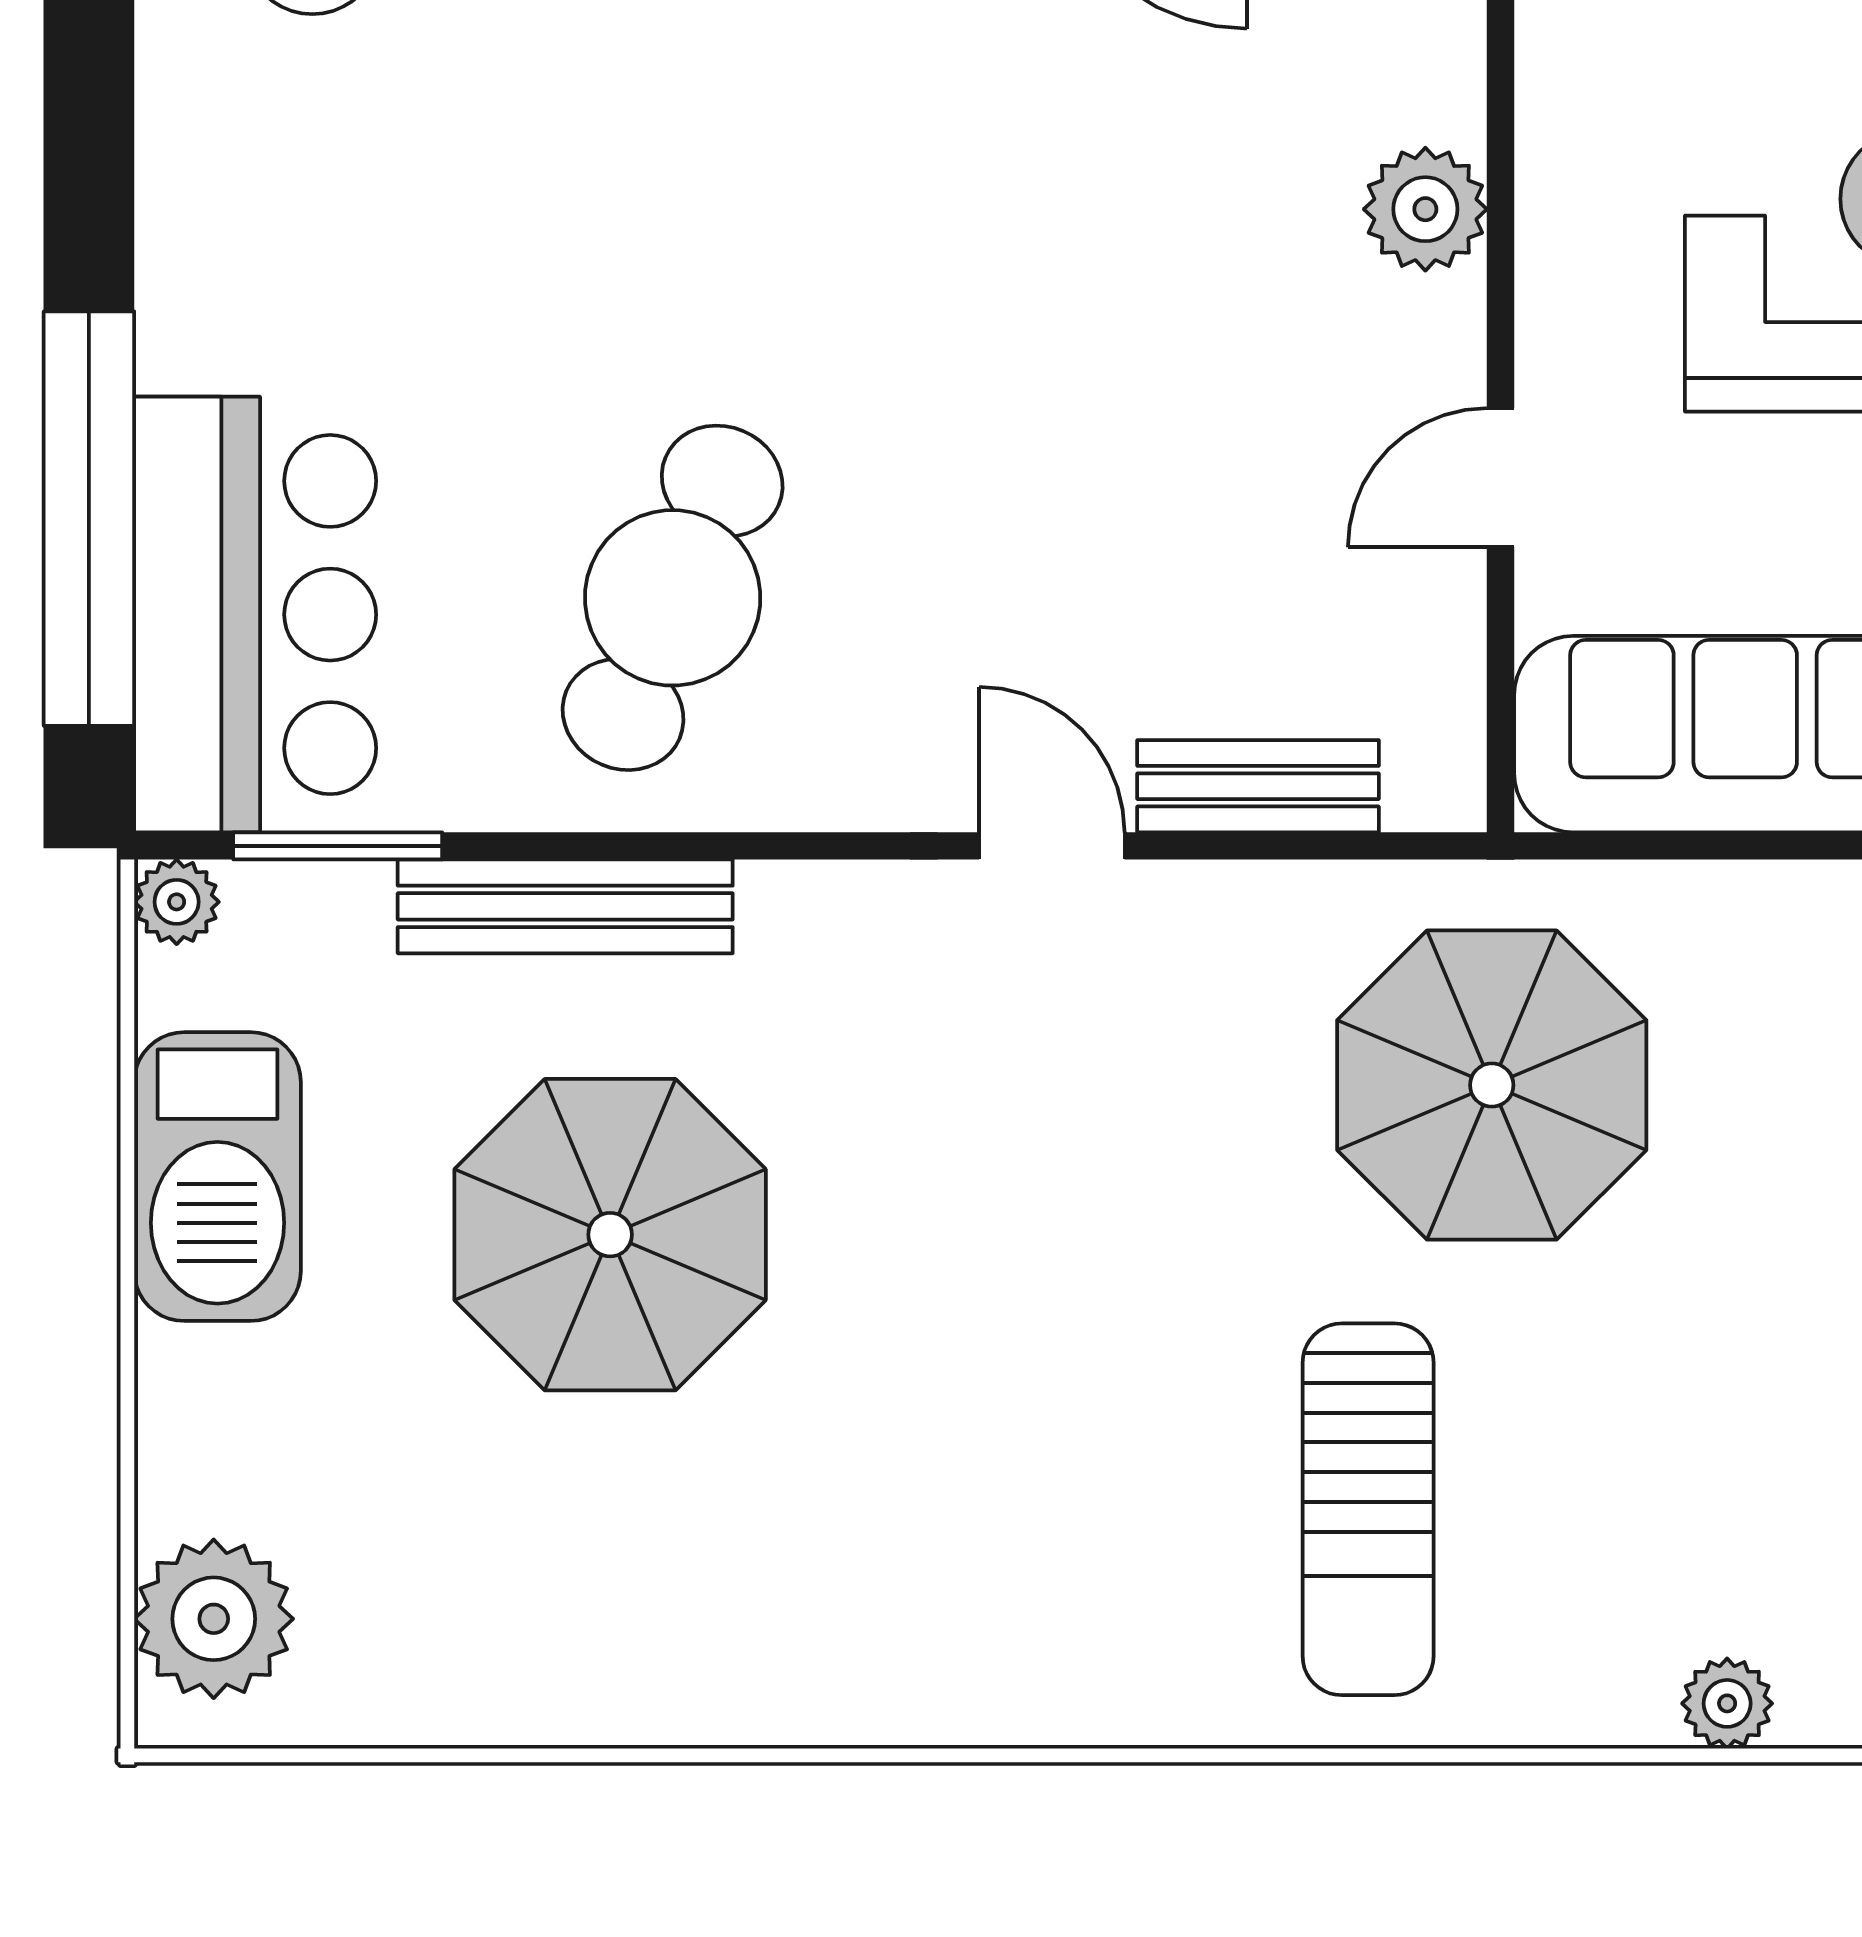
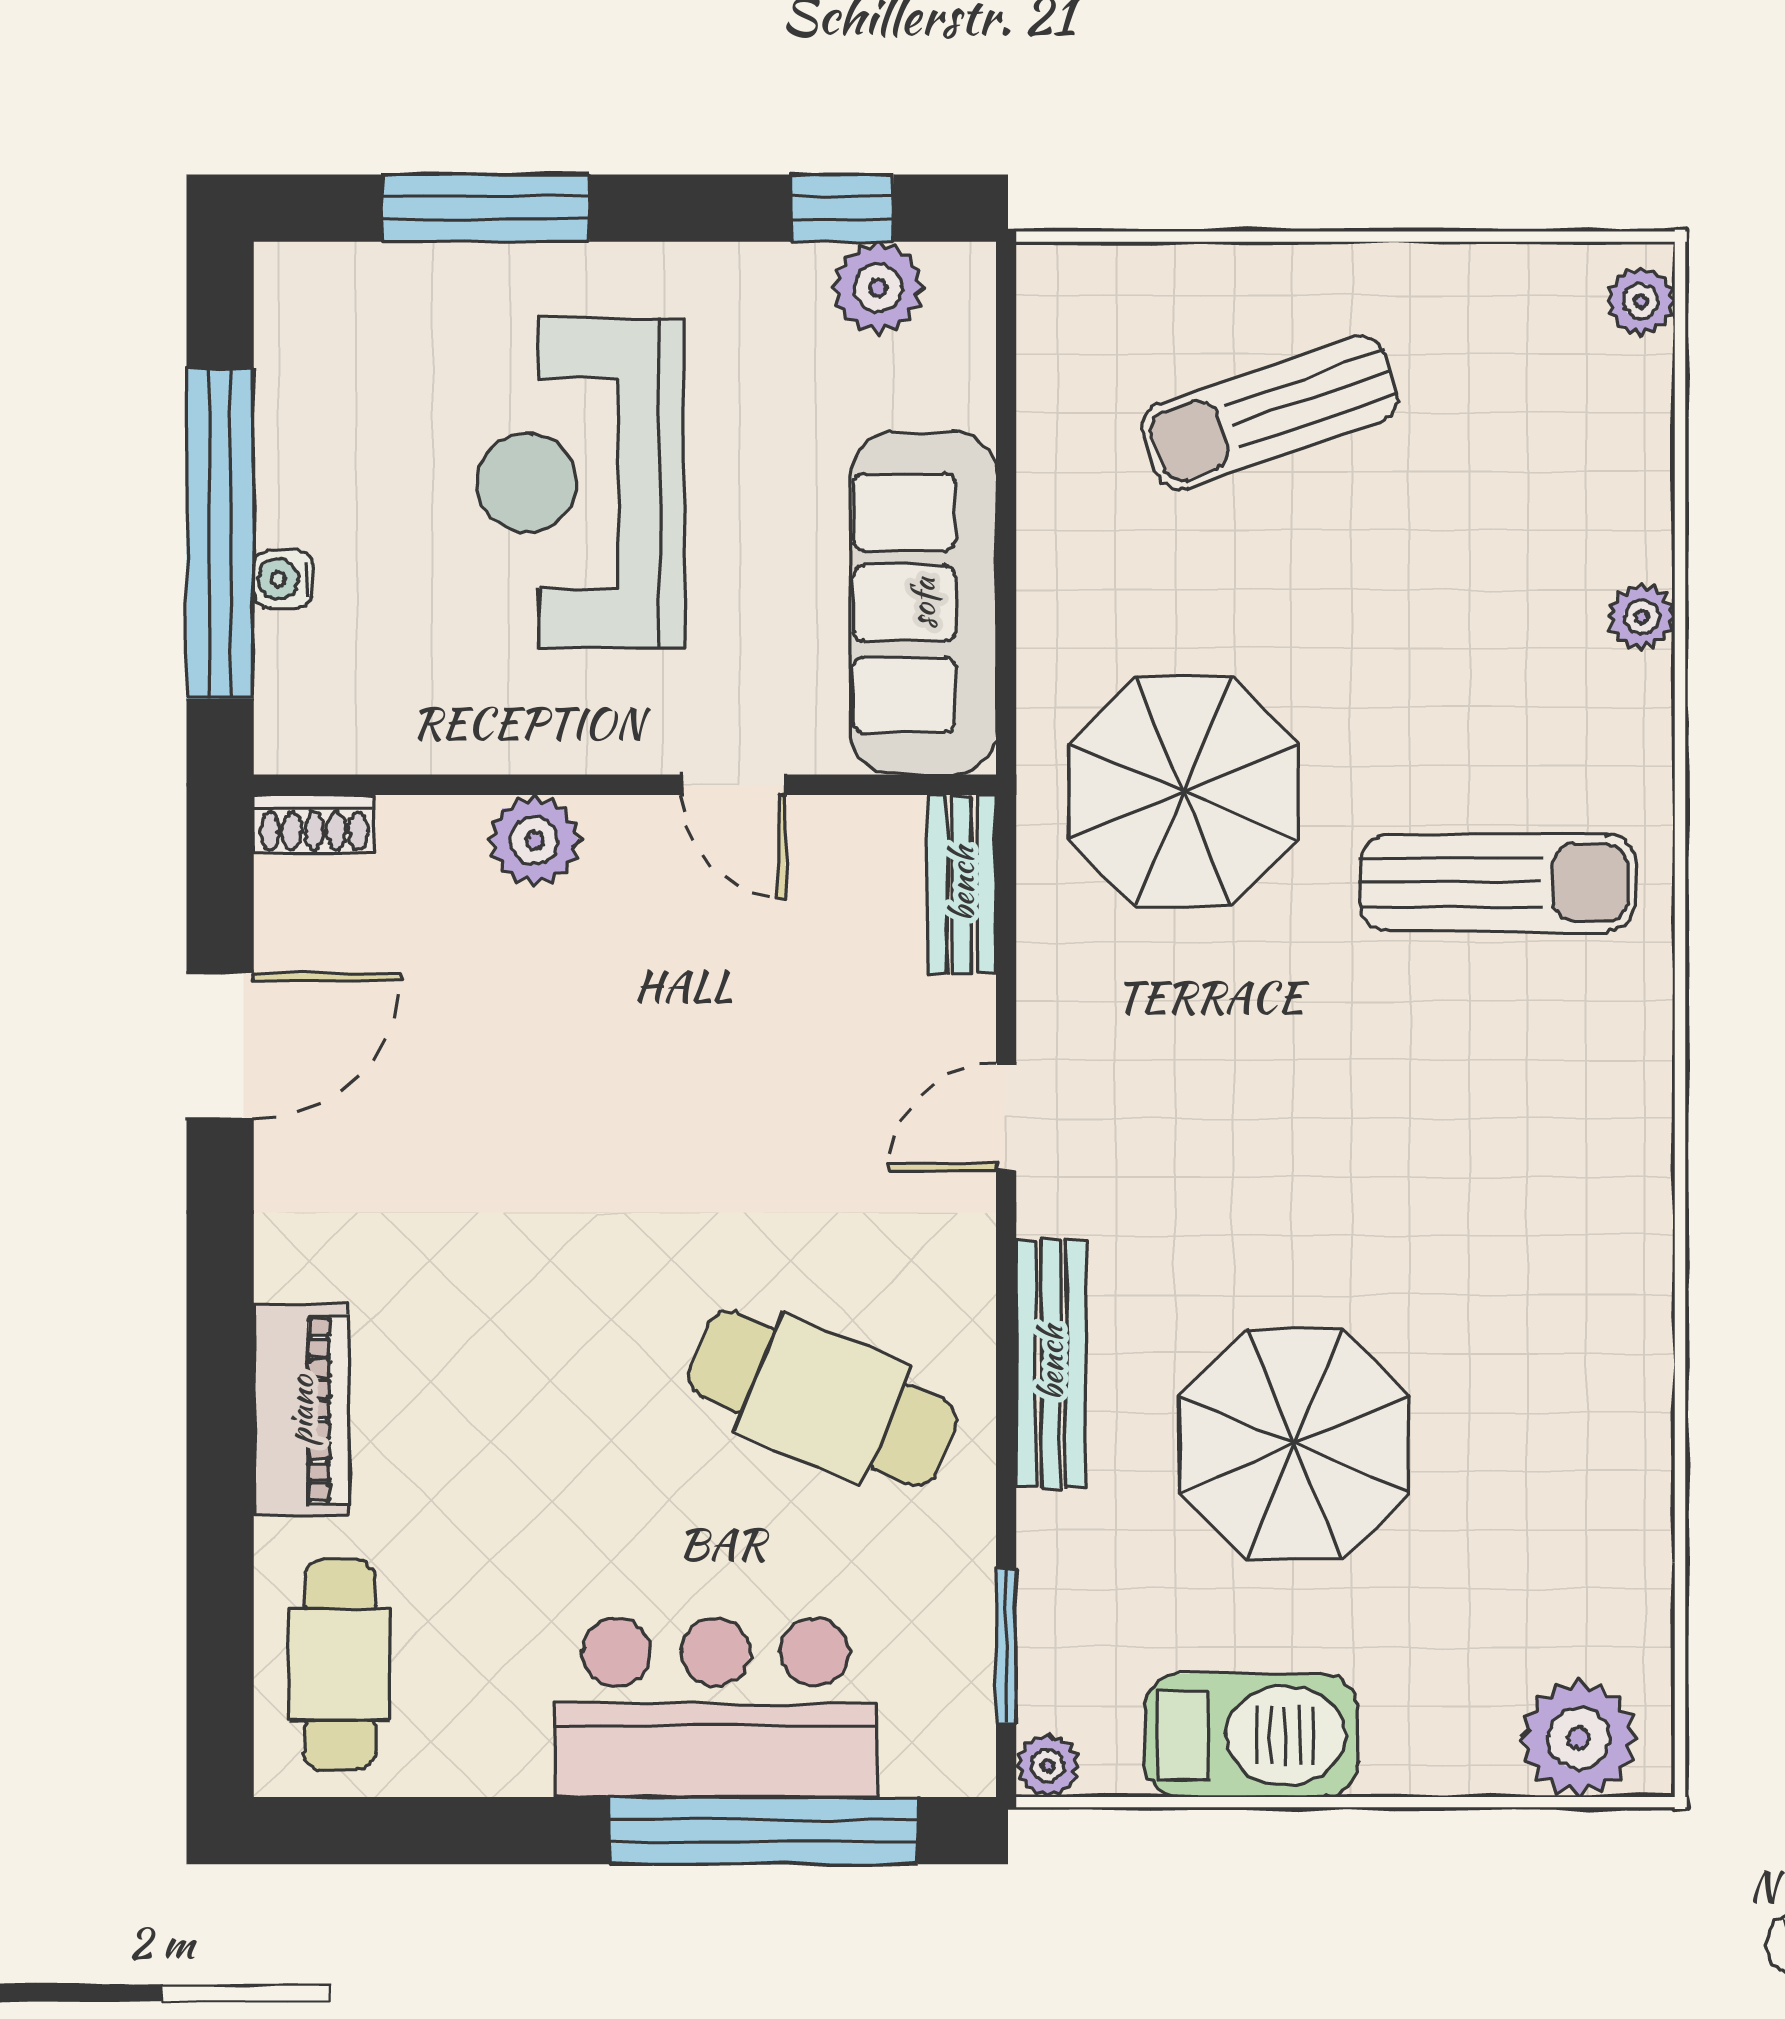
bar counter: (255, 615) -> (716, 1707), moved
bench: (1258, 786) -> (962, 884), moved
bench: (565, 906) -> (1051, 1363), moved

